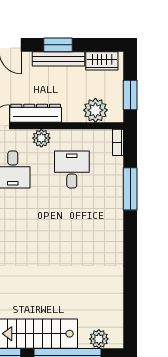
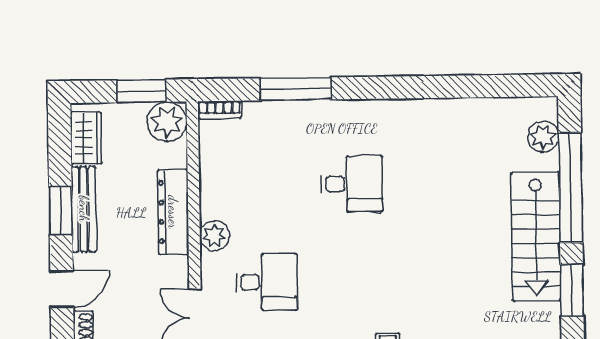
plant: (95, 110) -> (167, 122), moved
dresser: (36, 113) -> (173, 212), moved
desk: (72, 169) -> (352, 184), moved, turned 180

